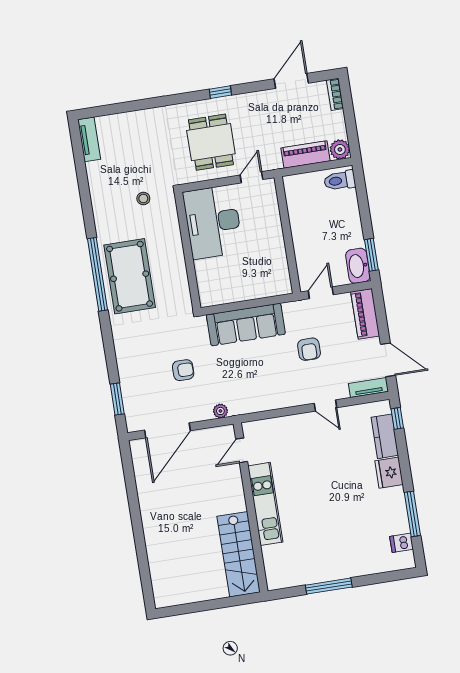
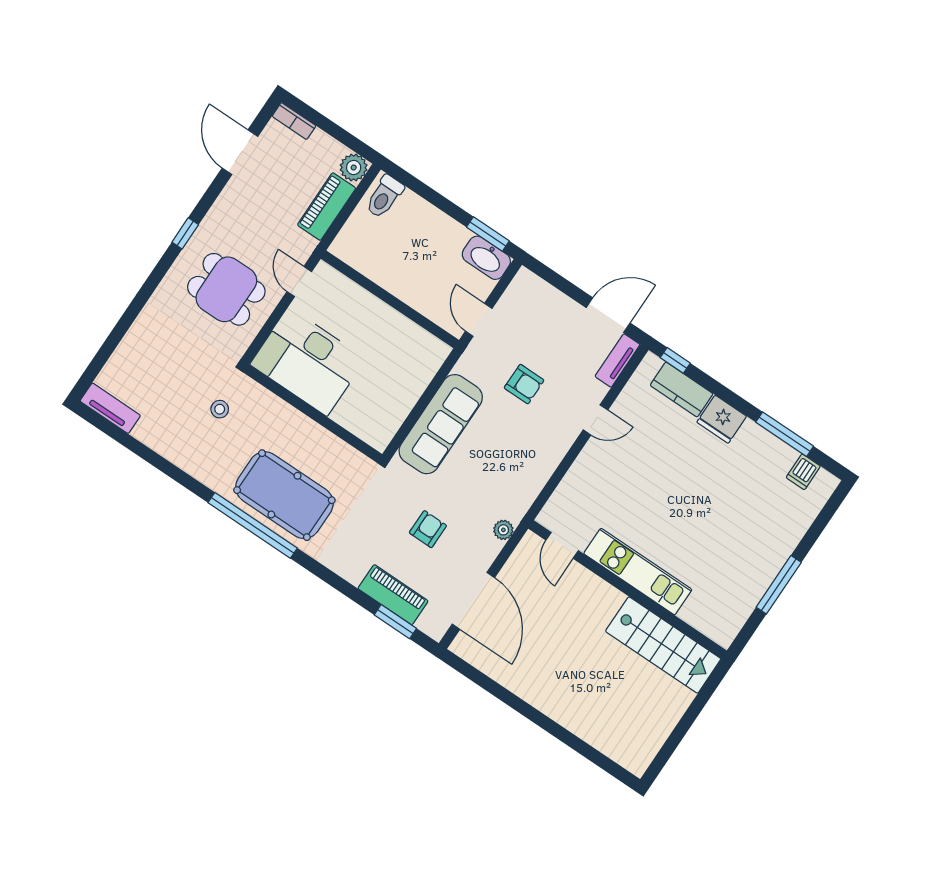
piano: (365, 314) -> (393, 595), moved, turned 180

